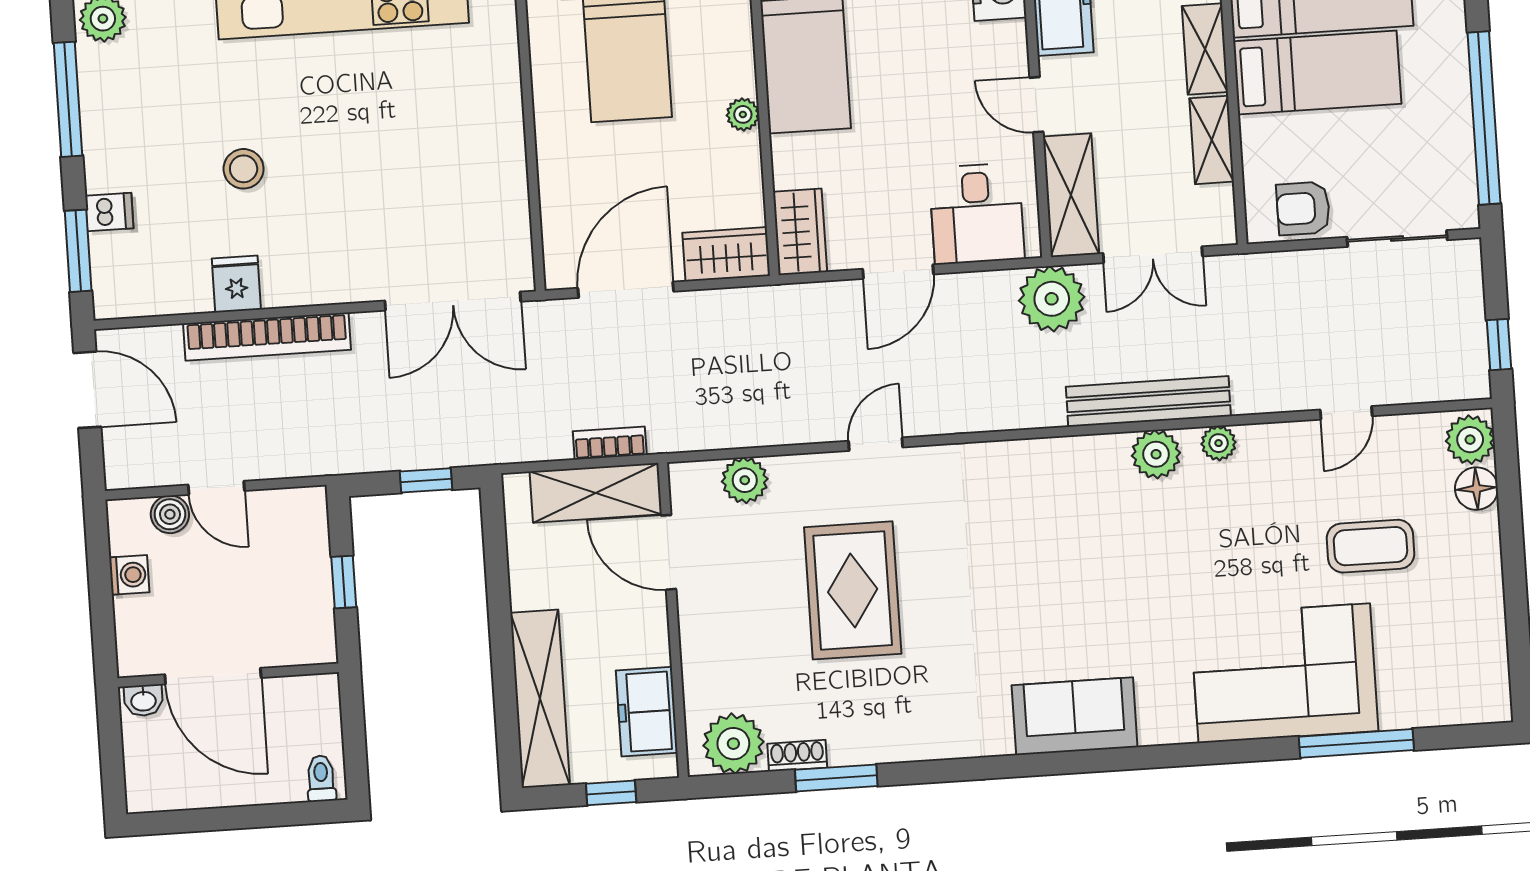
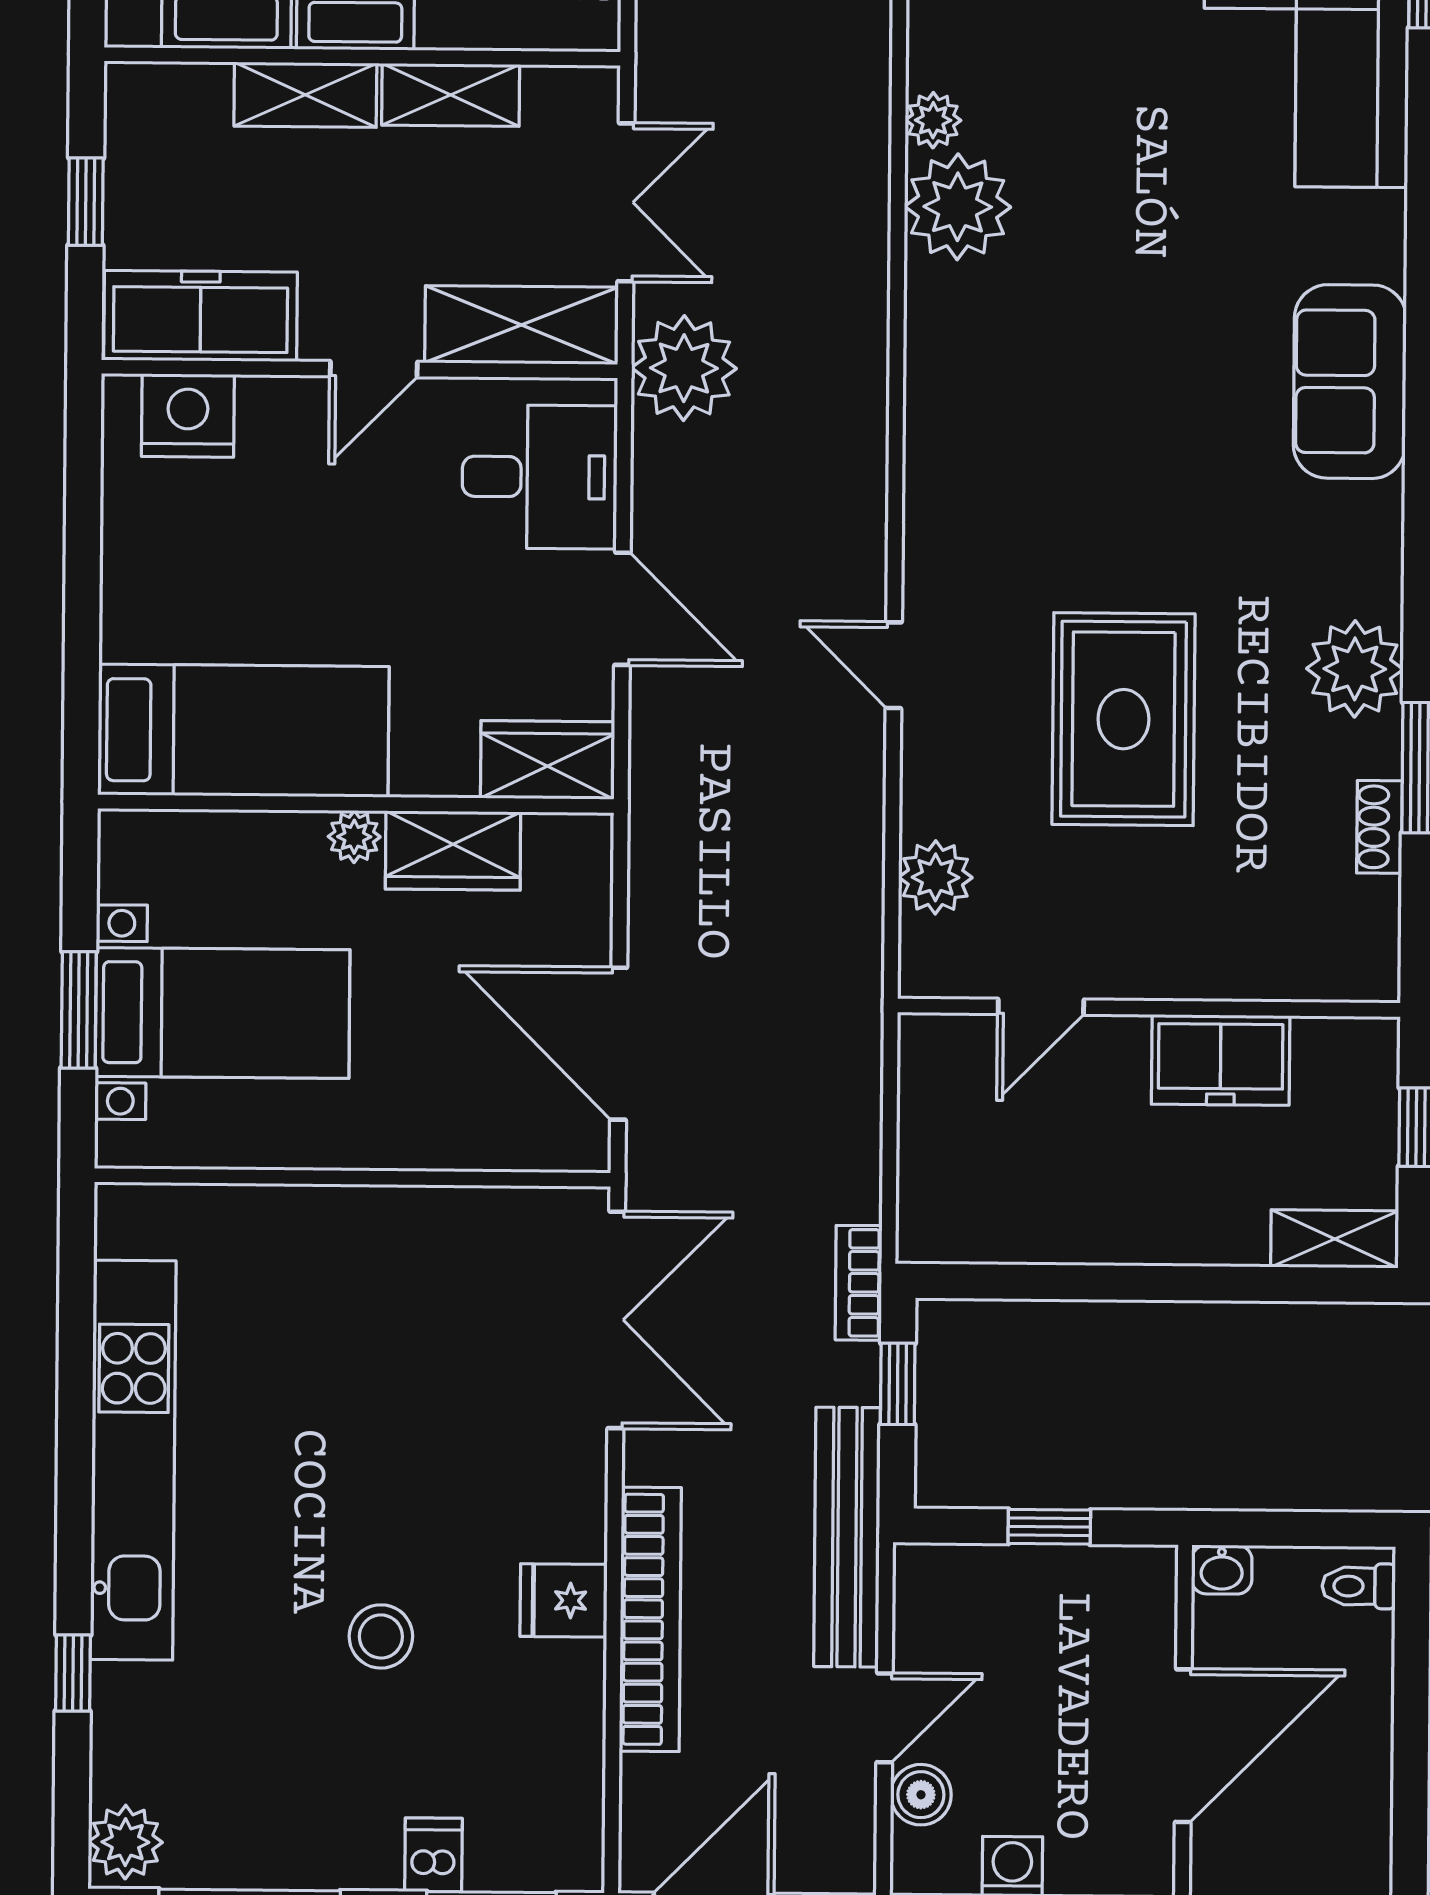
wardrobe: (726, 254) -> (453, 851), moved, turned -90
fridge: (236, 284) -> (564, 1600), moved
bench: (1148, 401) -> (847, 1537), moved
bookcase: (610, 443) -> (859, 1283), moved
plant: (1156, 454) -> (958, 207), width x1.36, depth x1.36
shelving: (596, 493) -> (938, 1116), removed
door: (669, 552) -> (1041, 1007), width x0.73
rug: (853, 590) -> (1123, 719), turned 90
shelving: (540, 699) -> (1335, 1239), width x0.45, depth x0.75
washbasin: (143, 700) -> (1222, 1570), moved, turned 90
freezer: (647, 712) -> (1221, 1060), moved
plant: (733, 744) -> (1355, 669), moved

